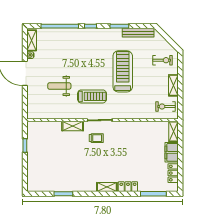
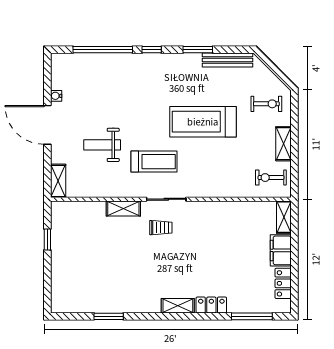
shelving: (32, 40) -> (58, 181), moved
treadmill: (123, 71) -> (203, 122), turned -90

